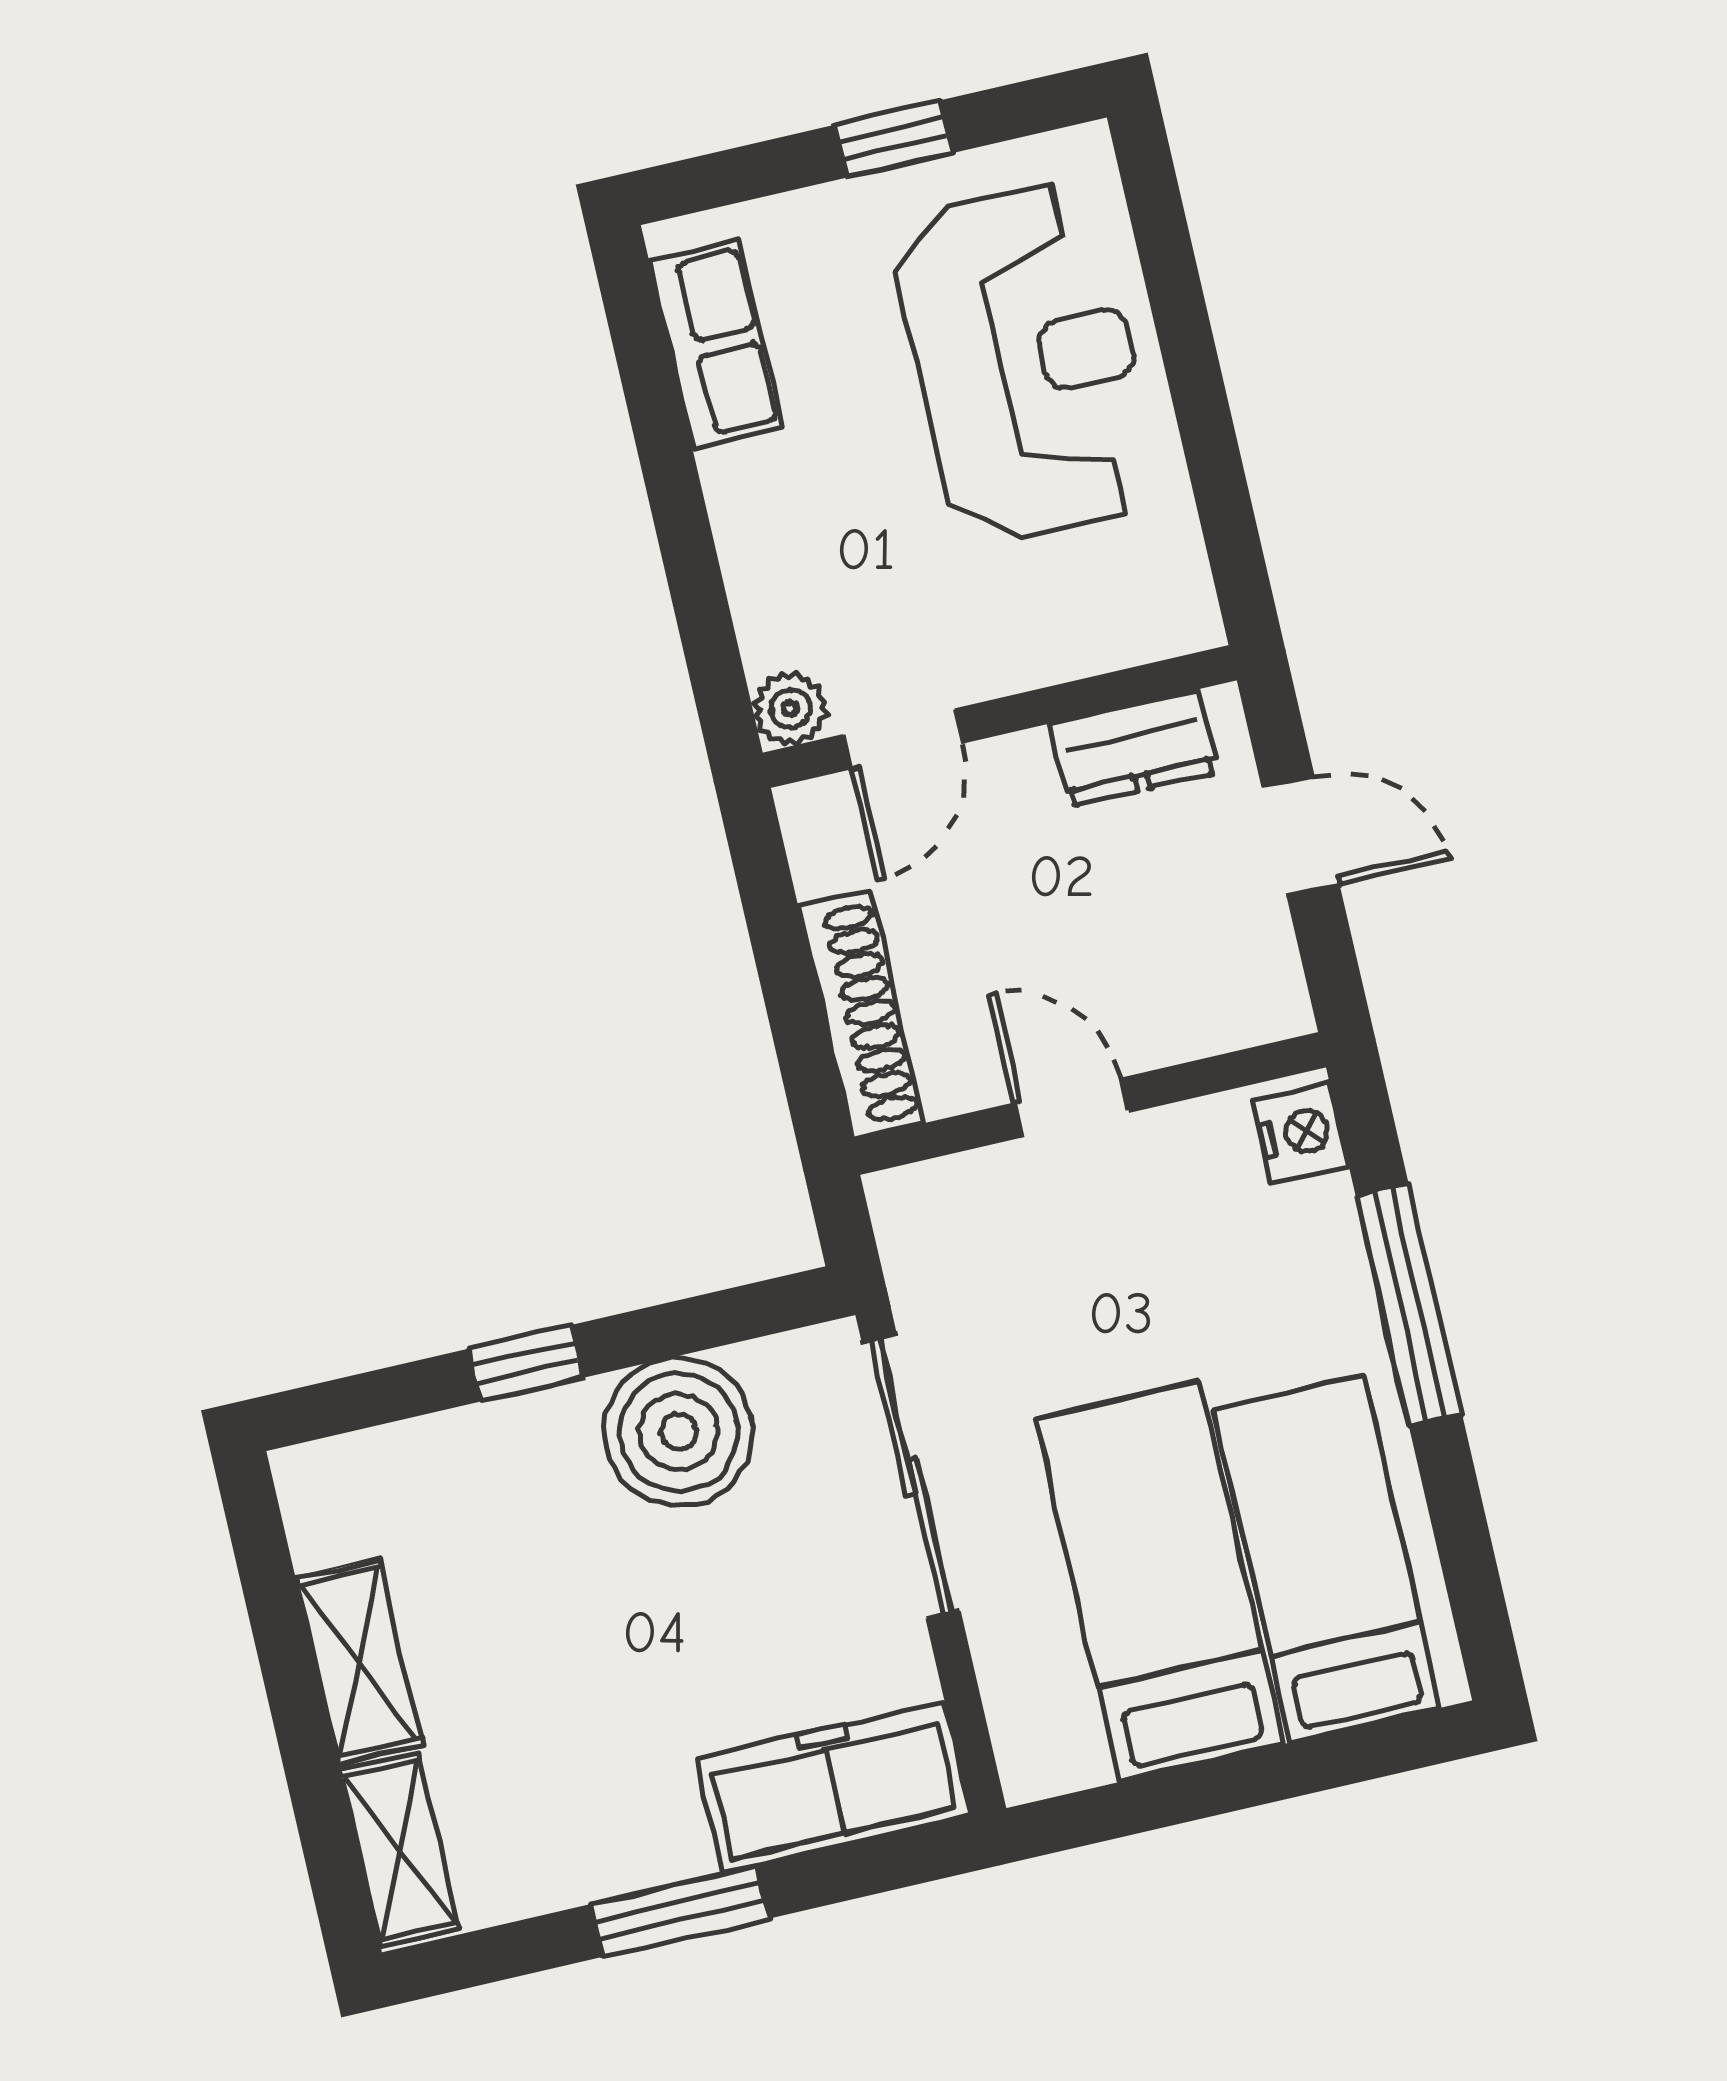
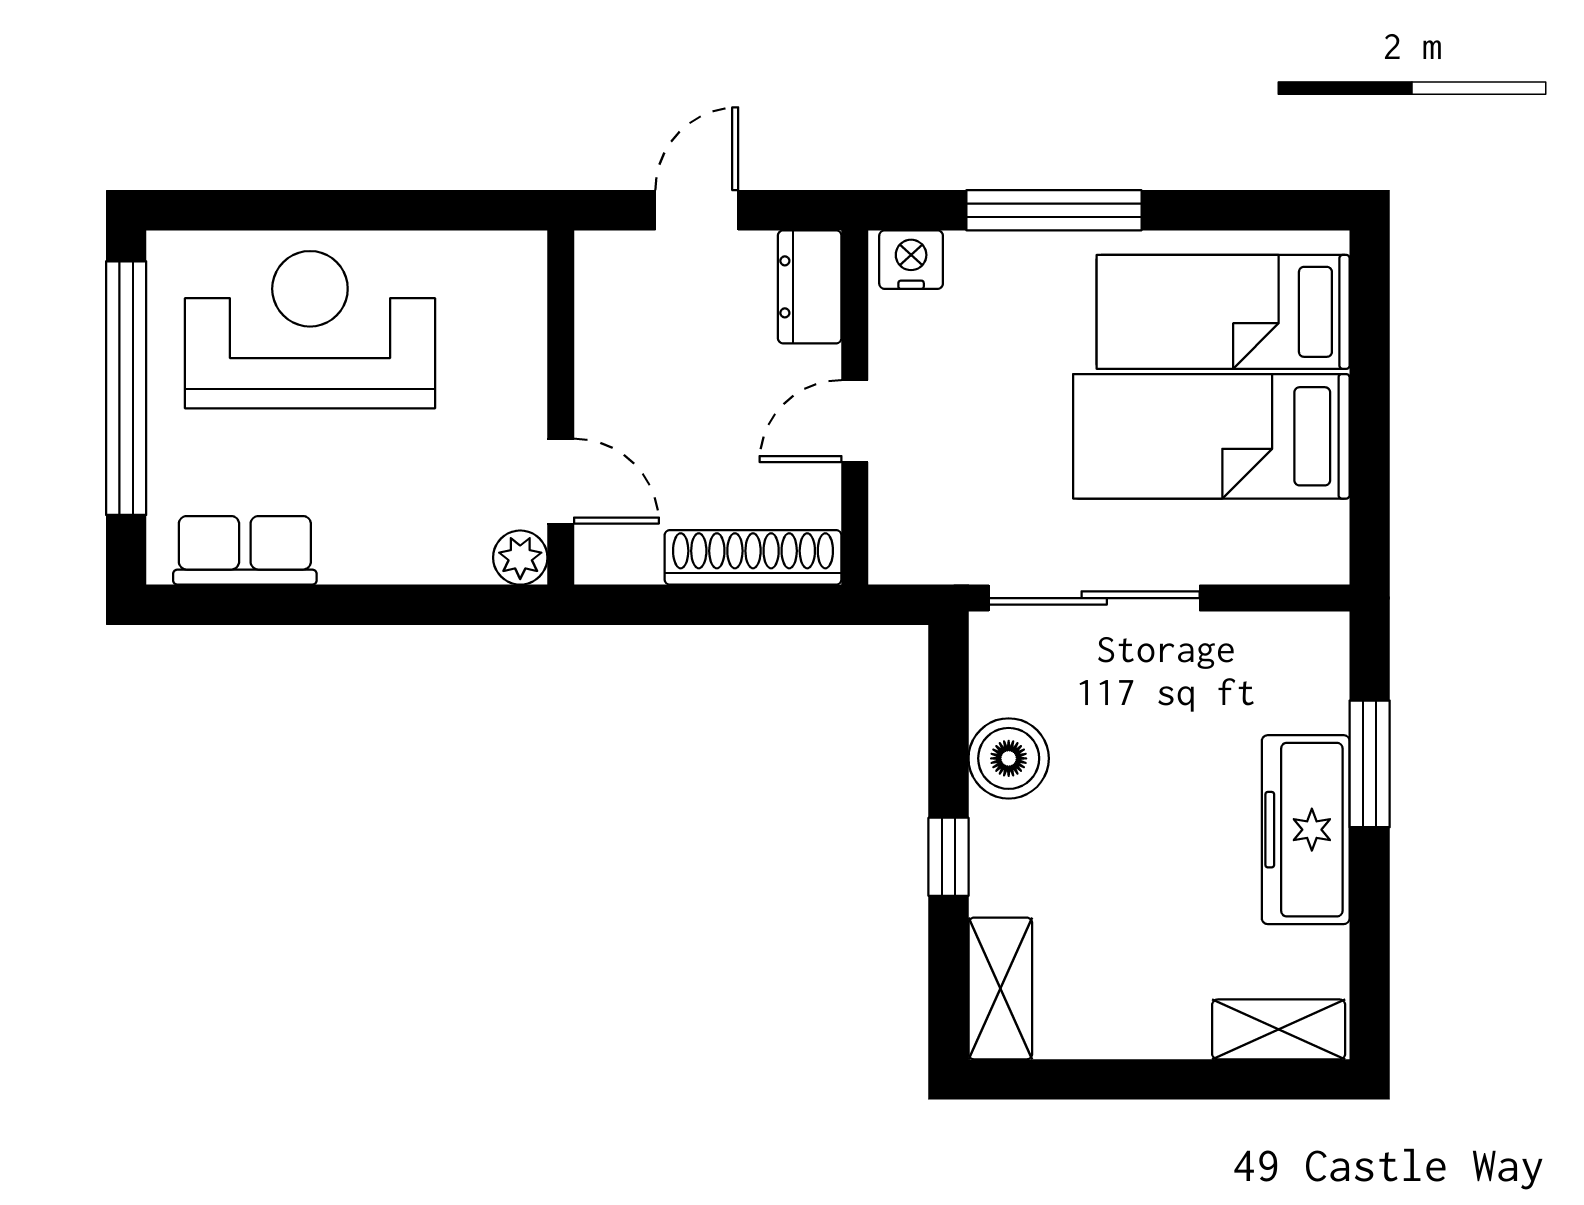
window: (893, 139) -> (126, 388), width x3.17
dresser: (1134, 748) -> (810, 287), moved, turned 180
boiler: (679, 1432) -> (1009, 758), width x0.73, depth x0.73
shelving: (359, 1662) -> (1000, 988), moved, turned 90
freezer: (834, 1787) -> (1306, 830), moved
window: (680, 1911) -> (1370, 764), moved

